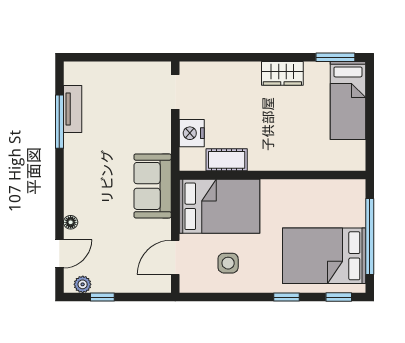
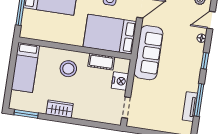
bed: (348, 100) -> (25, 68), moved, turned 180
stool: (278, 141) -> (68, 69), added
sofa: (153, 186) -> (149, 53), width x1.36
window: (59, 187) -> (205, 61), added

